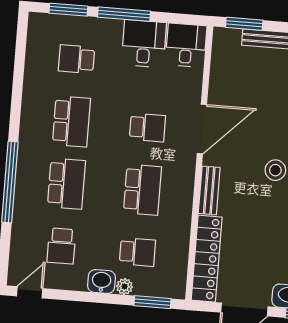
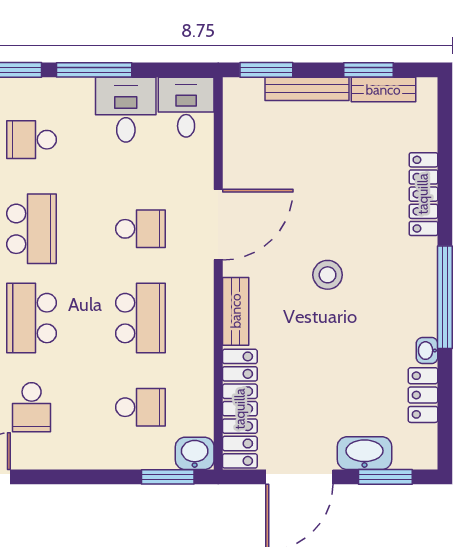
school desk: (66, 184) -> (32, 318), turned 180
washbasin: (101, 281) -> (195, 453), moved
plant: (124, 287) -> (126, 458), removed

